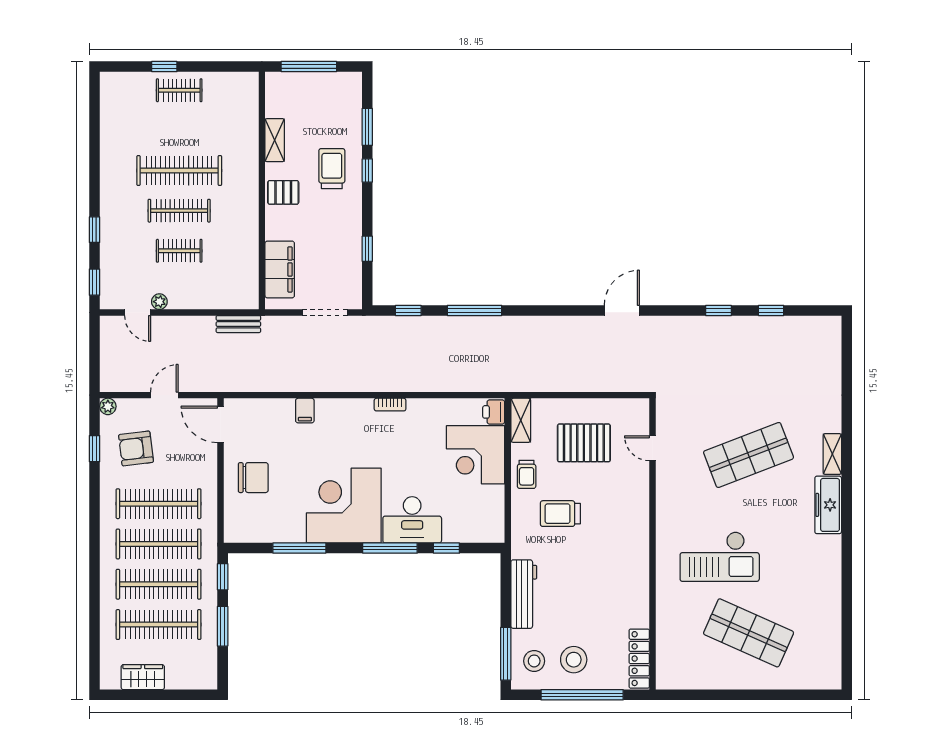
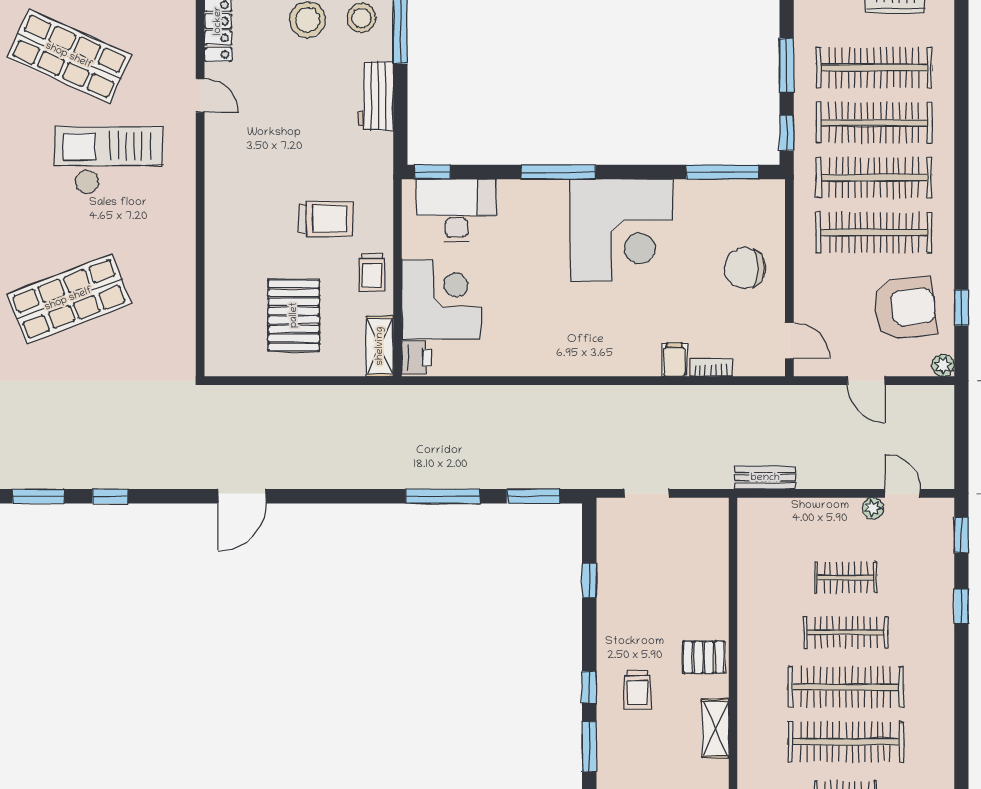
clothes rail: (179, 130) -> (846, 742), added
trolley: (332, 169) -> (638, 690), width x0.73, depth x0.72
filing cabinet: (280, 269) -> (709, 552), removed
window: (408, 310) -> (533, 496), width x1.50
window: (771, 310) -> (38, 496), width x1.50
doorway: (325, 312) -> (647, 493), width x0.73
door: (164, 395) -> (866, 381), hinge flipped
bookcase: (390, 405) -> (711, 368), moved
door: (221, 424) -> (789, 341), width x0.73
pallet: (584, 443) -> (294, 315), turned 90
armchair: (136, 448) -> (905, 308), width x1.36, depth x1.36
door: (652, 448) -> (200, 96), moved
trolley: (527, 474) -> (372, 273), turned 180
desk: (412, 520) -> (456, 211), moved
window: (299, 548) -> (722, 172), moved
window: (446, 548) -> (432, 172), moved
workbench: (524, 594) -> (376, 96), width x0.73

